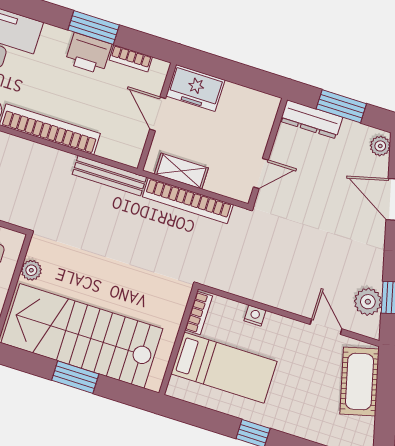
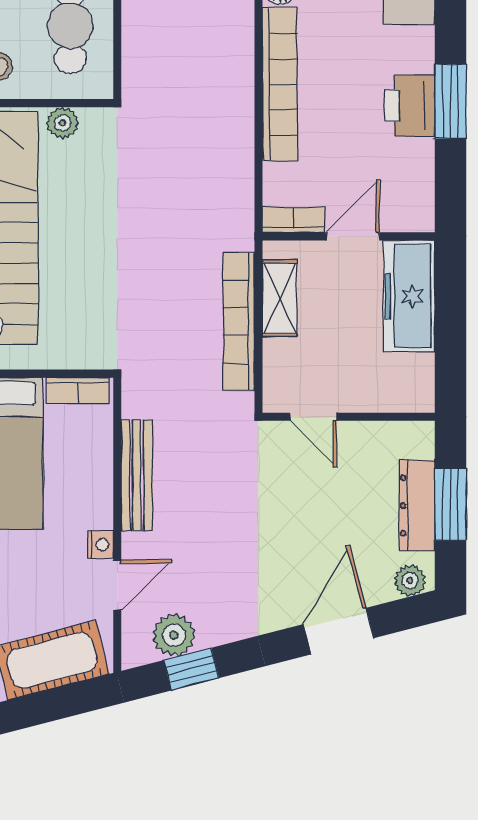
bookcase: (131, 58) -> (294, 220), moved, turned 90
freezer: (196, 88) -> (409, 296), width x1.40
dresser: (311, 119) -> (417, 506), moved
bench: (109, 176) -> (137, 475), moved
nightstand: (255, 316) -> (100, 545), moved

